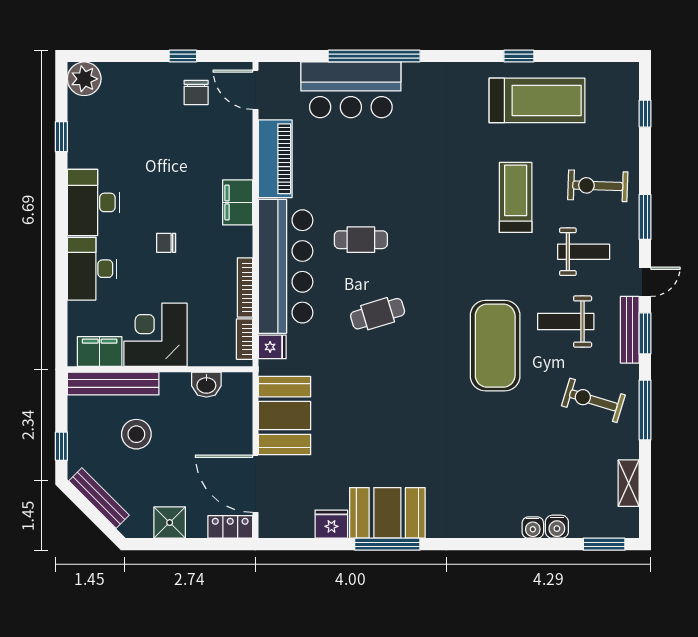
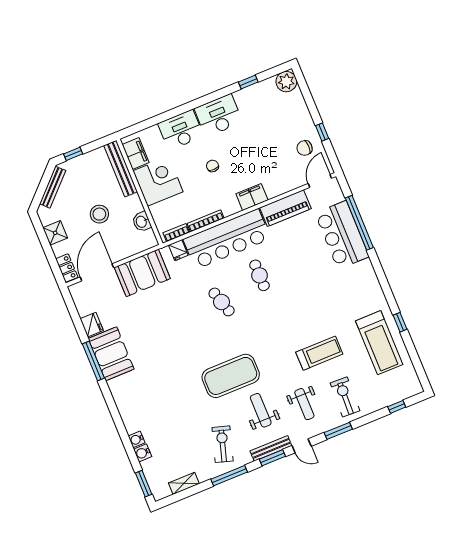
window: (374, 56) -> (359, 223), moved
stool: (136, 434) -> (99, 214), moved

